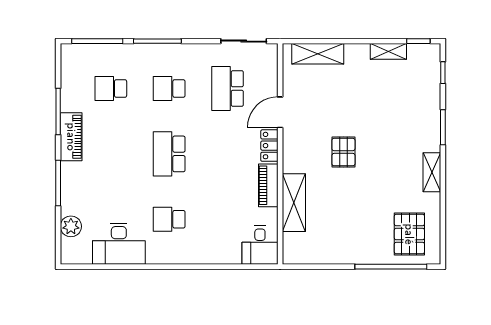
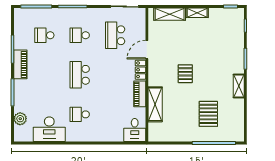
shelving: (388, 51) -> (197, 13), moved
pallet: (409, 234) -> (208, 114), moved

